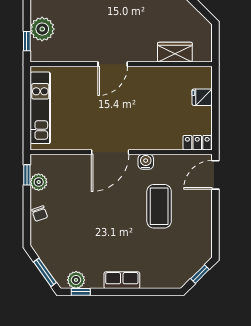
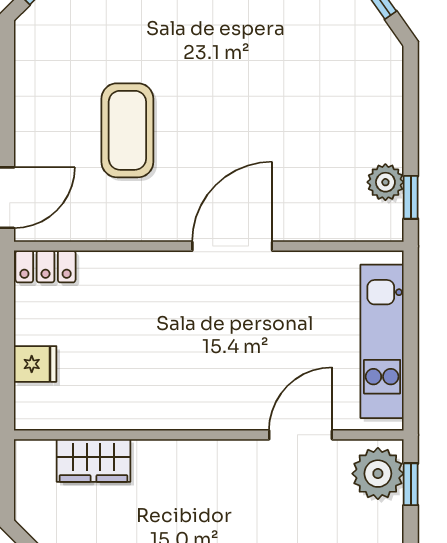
plant: (42, 29) -> (378, 474), moved
door: (113, 64) -> (301, 435), moved
water cooler: (146, 162) -> (156, 226), removed
chair: (40, 214) -> (383, 115), removed

